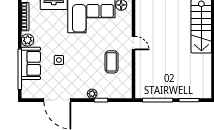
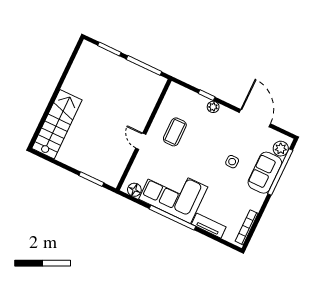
plant: (28, 40) -> (281, 149), moved

